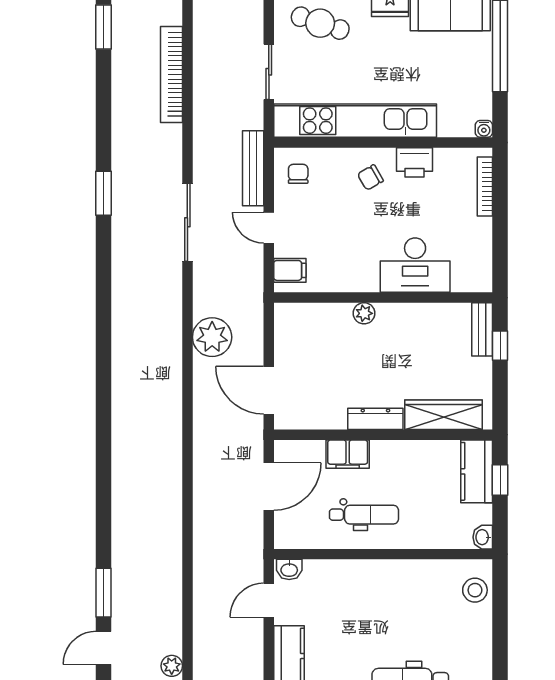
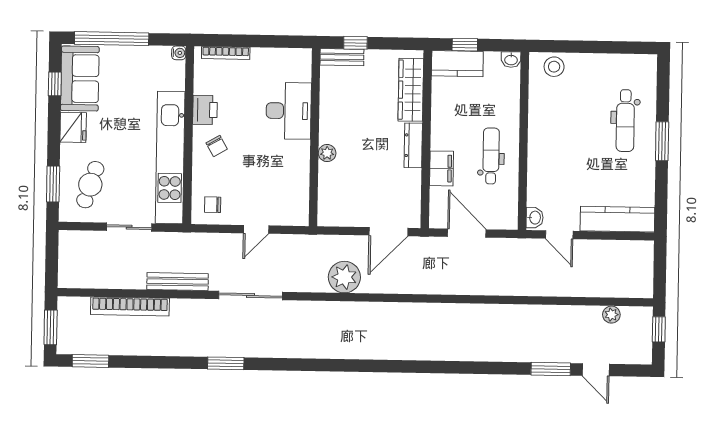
bench: (253, 168) -> (178, 282), moved
filing cabinet: (290, 270) -> (291, 213), removed

